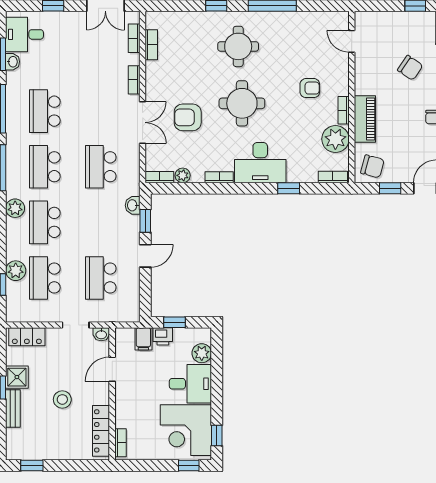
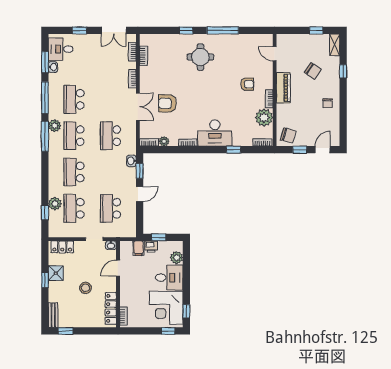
round table: (242, 103) -> (203, 94), removed
piano: (365, 119) -> (283, 88), moved
plant: (15, 208) -> (55, 126), moved
bench: (13, 409) -> (53, 315), moved

